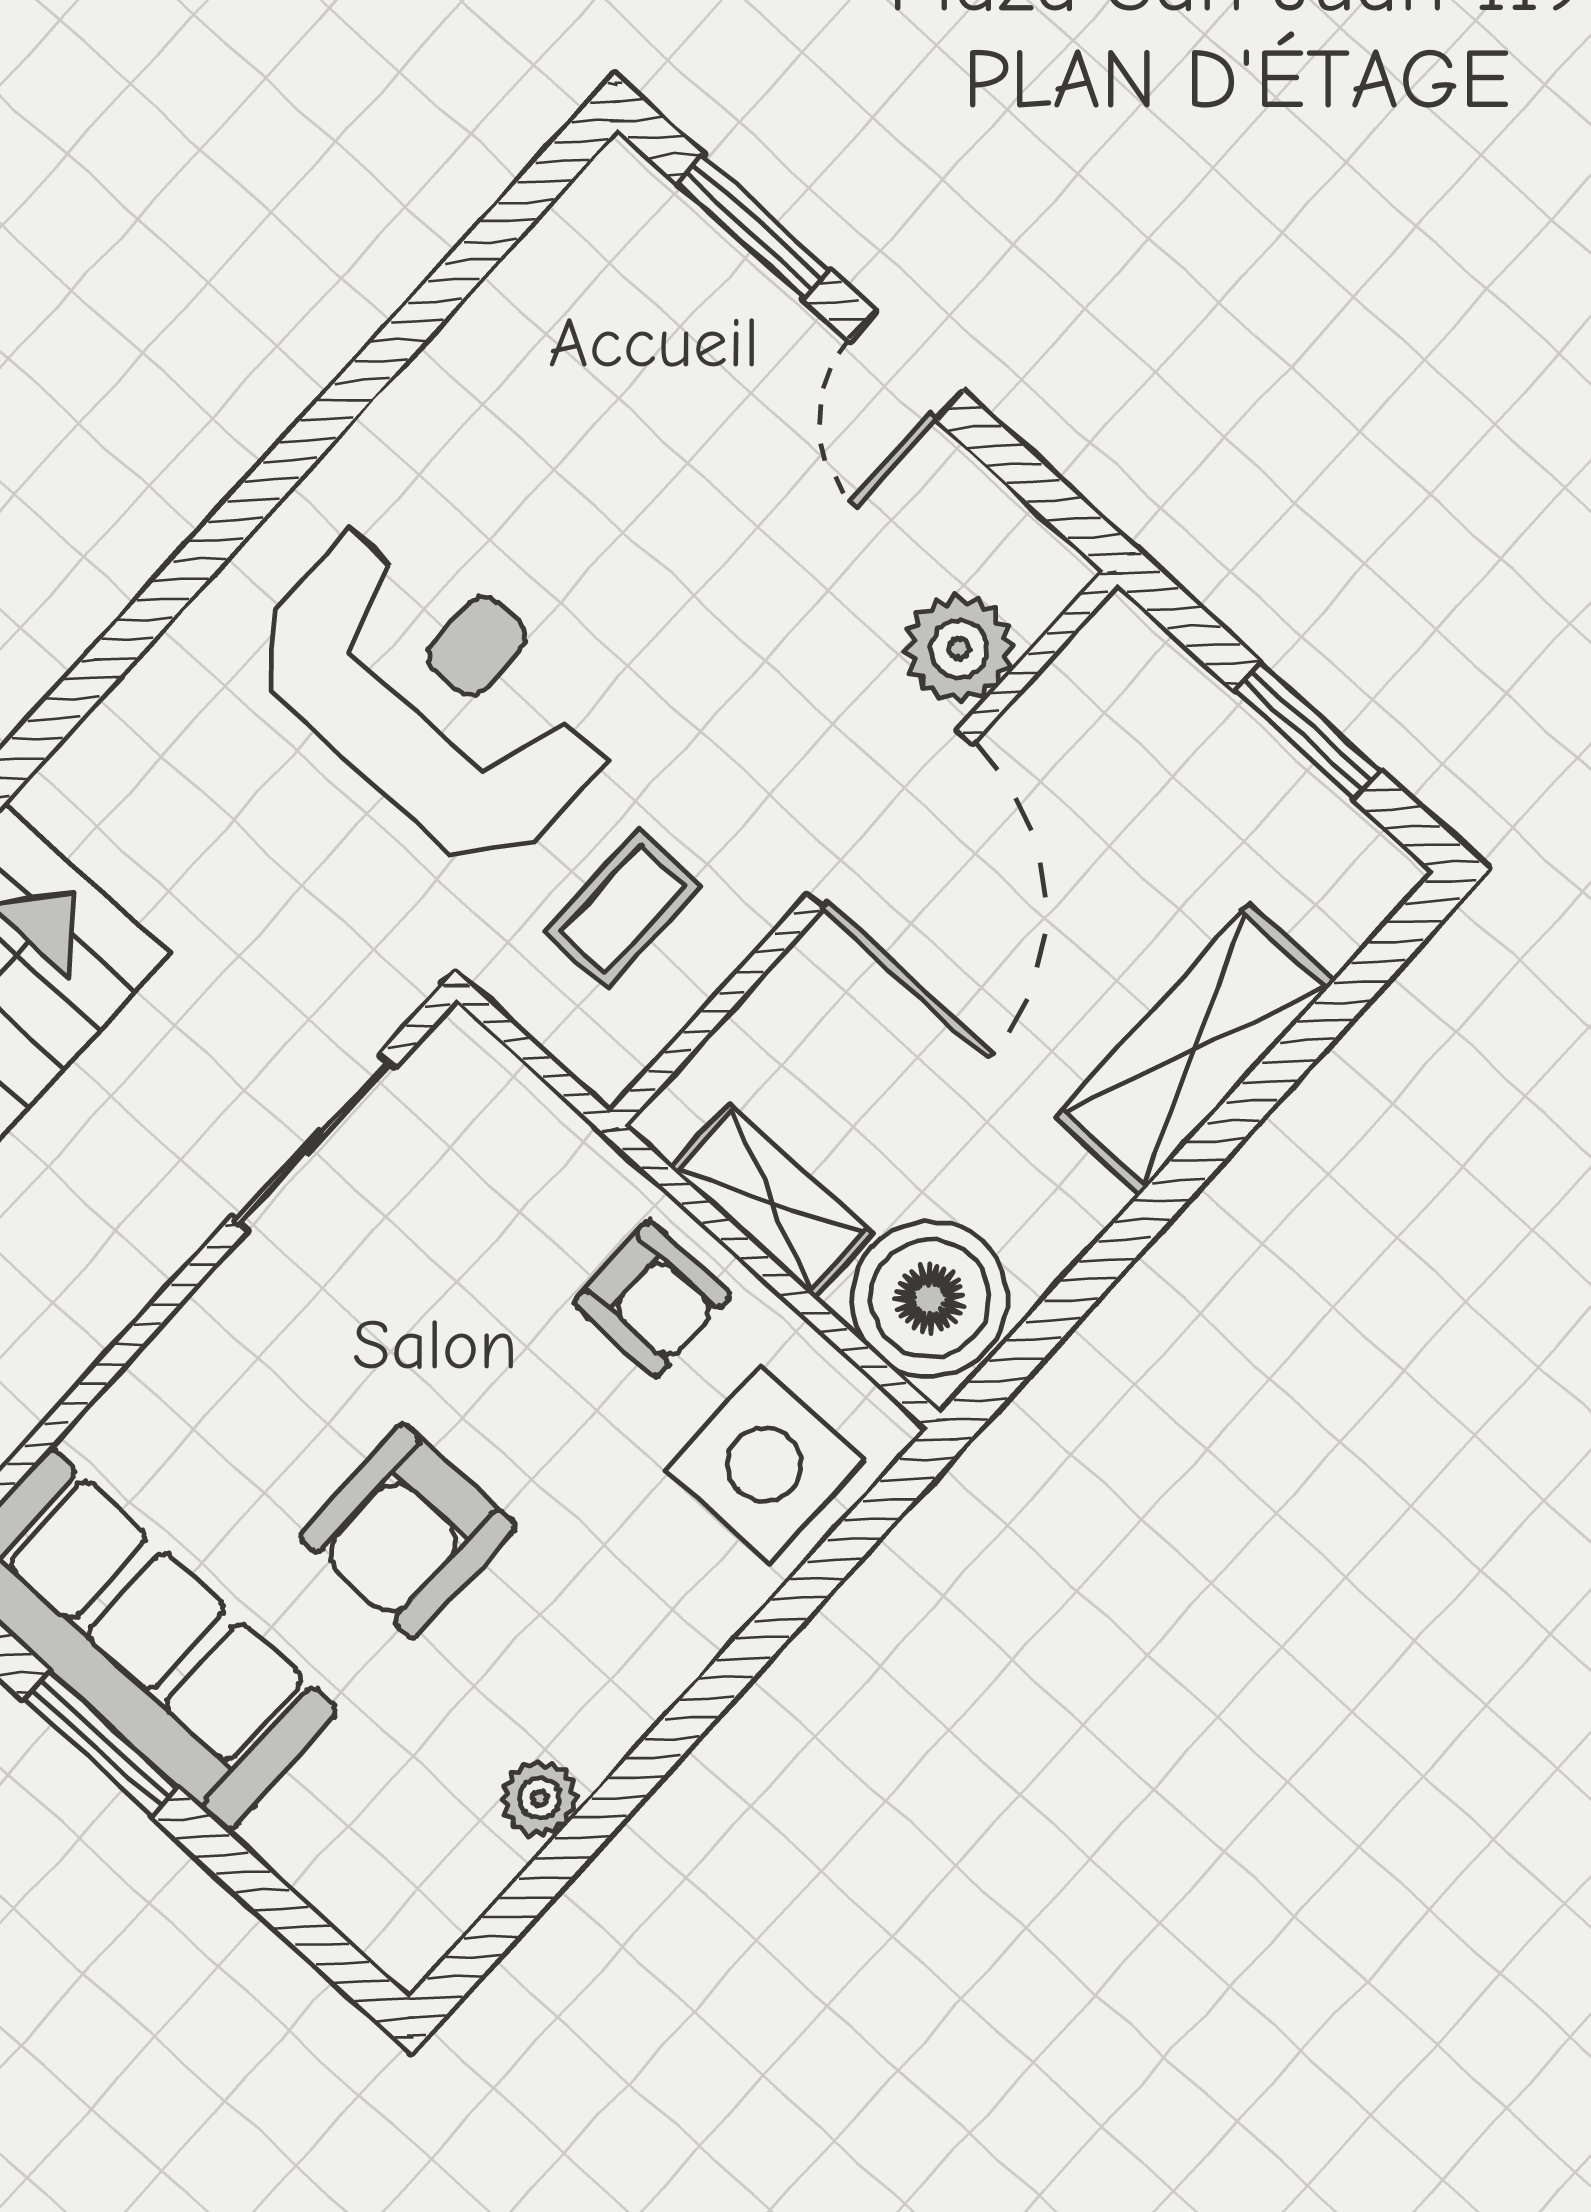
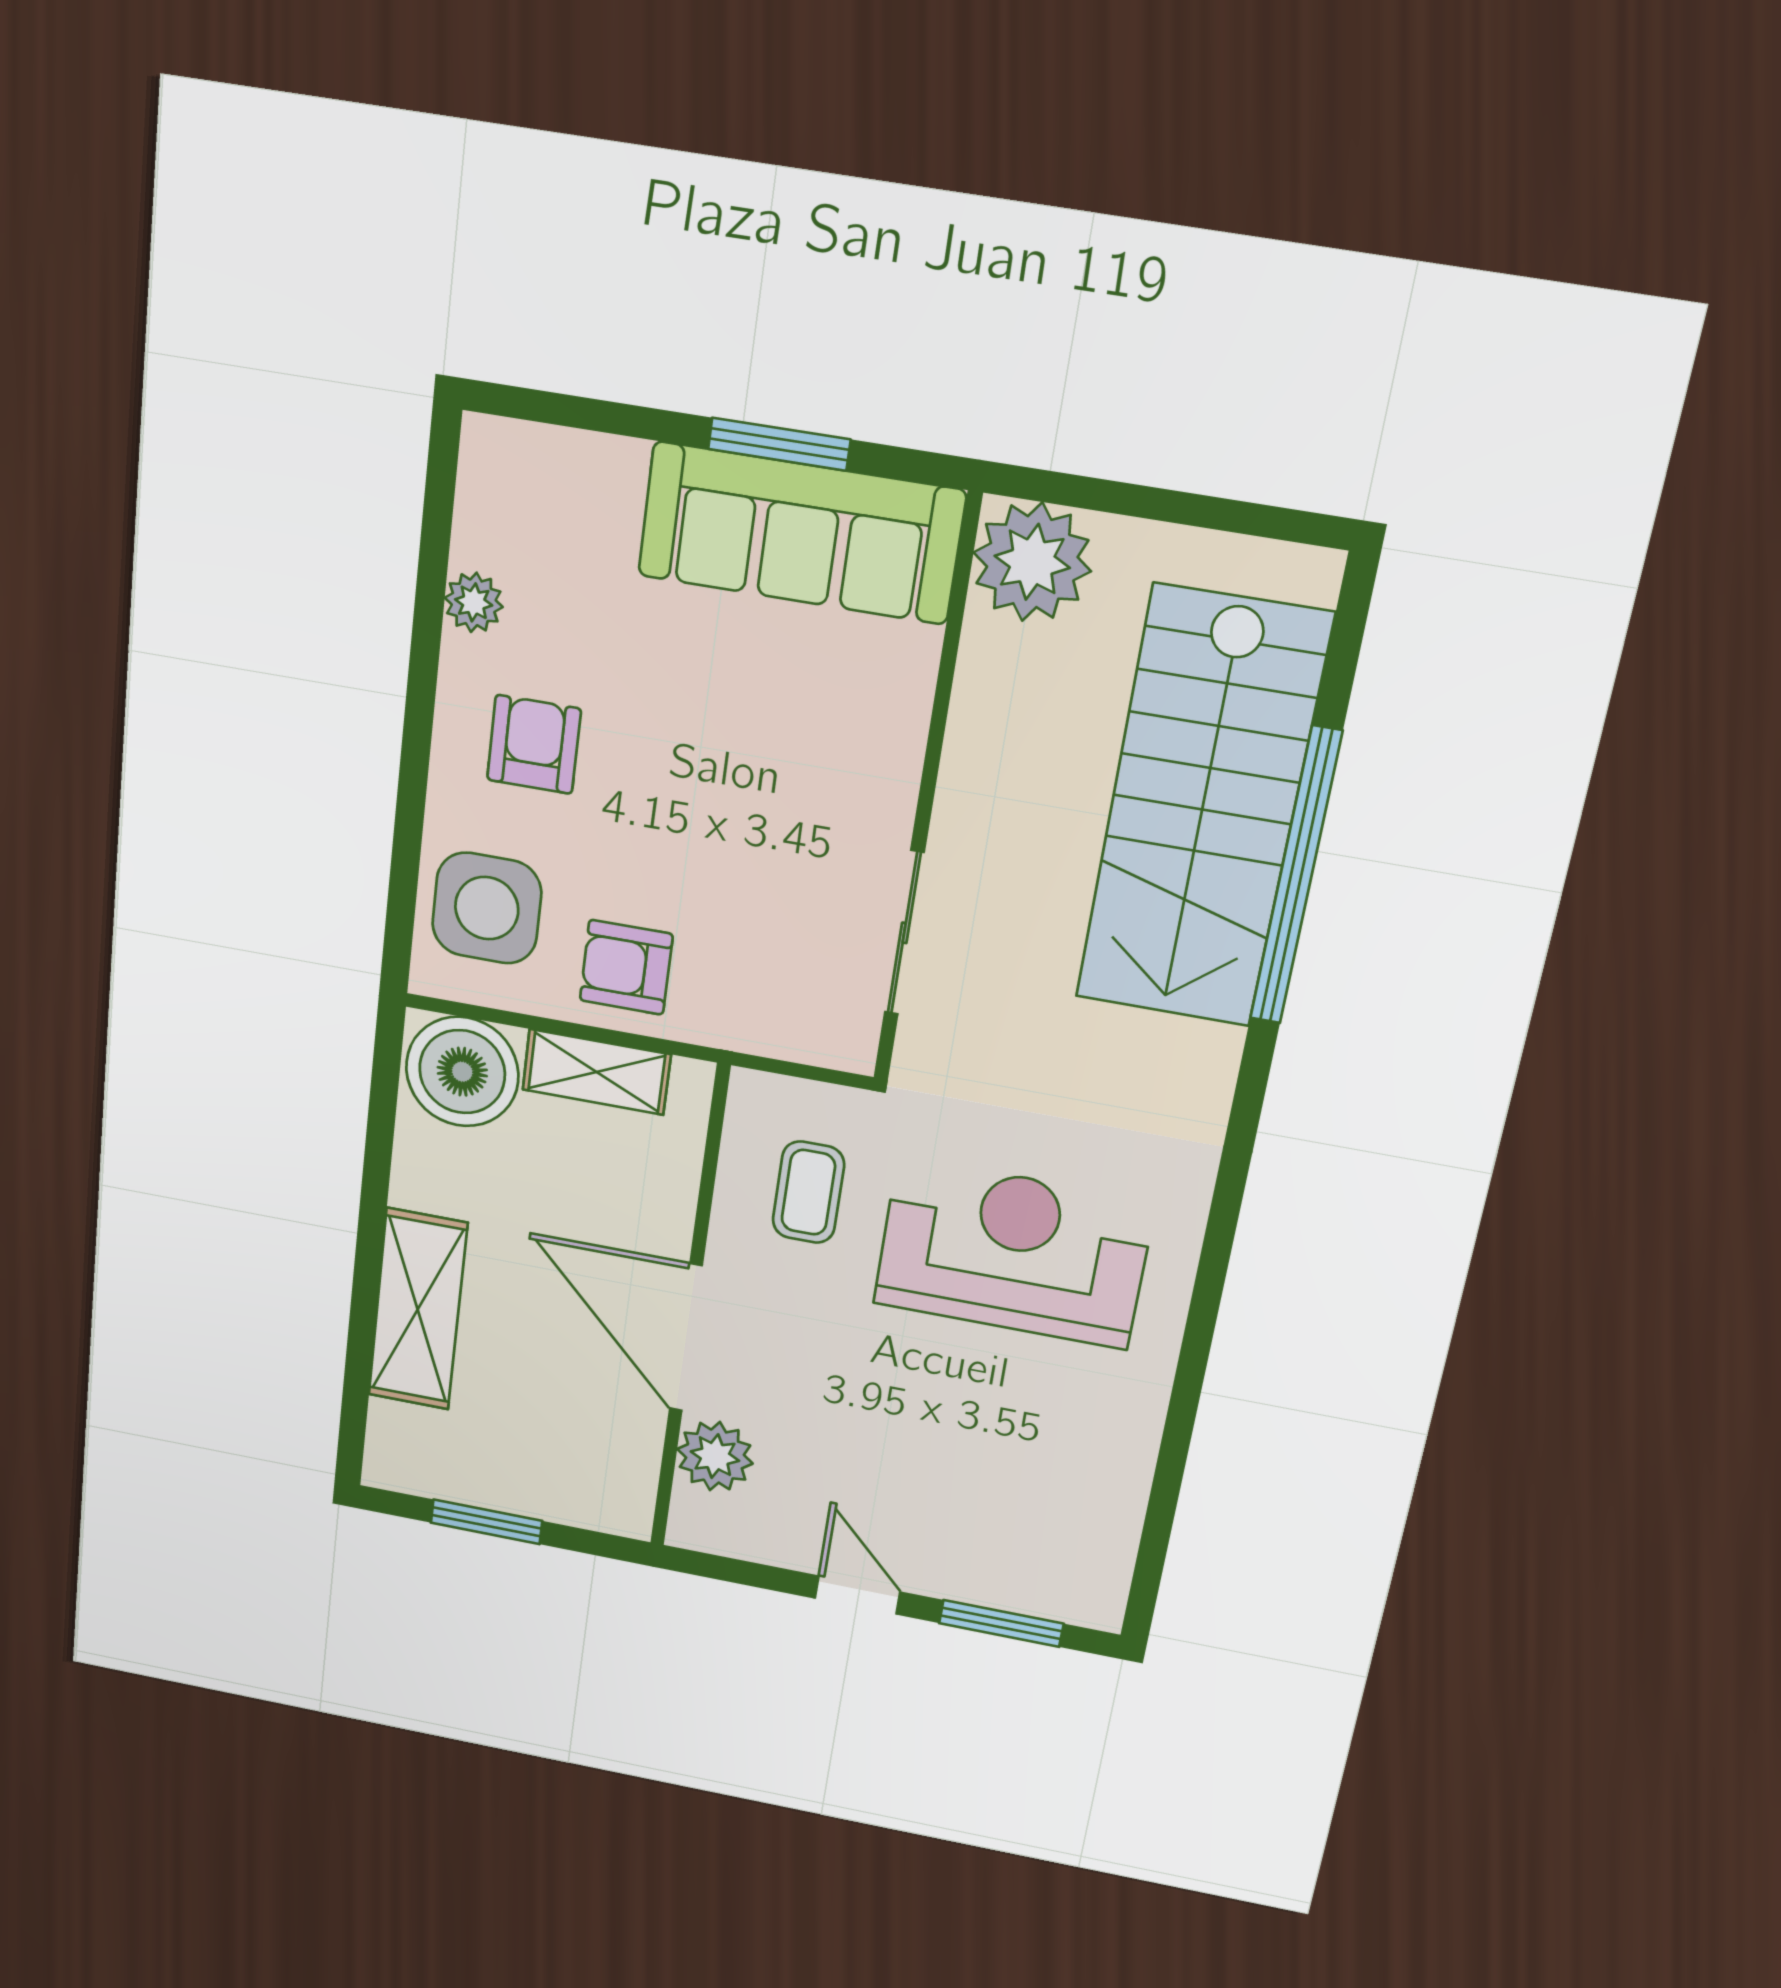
reception desk: (434, 693) -> (1013, 1253), turned 180
armchair: (408, 1531) -> (534, 744), moved, width x0.72, depth x0.72

